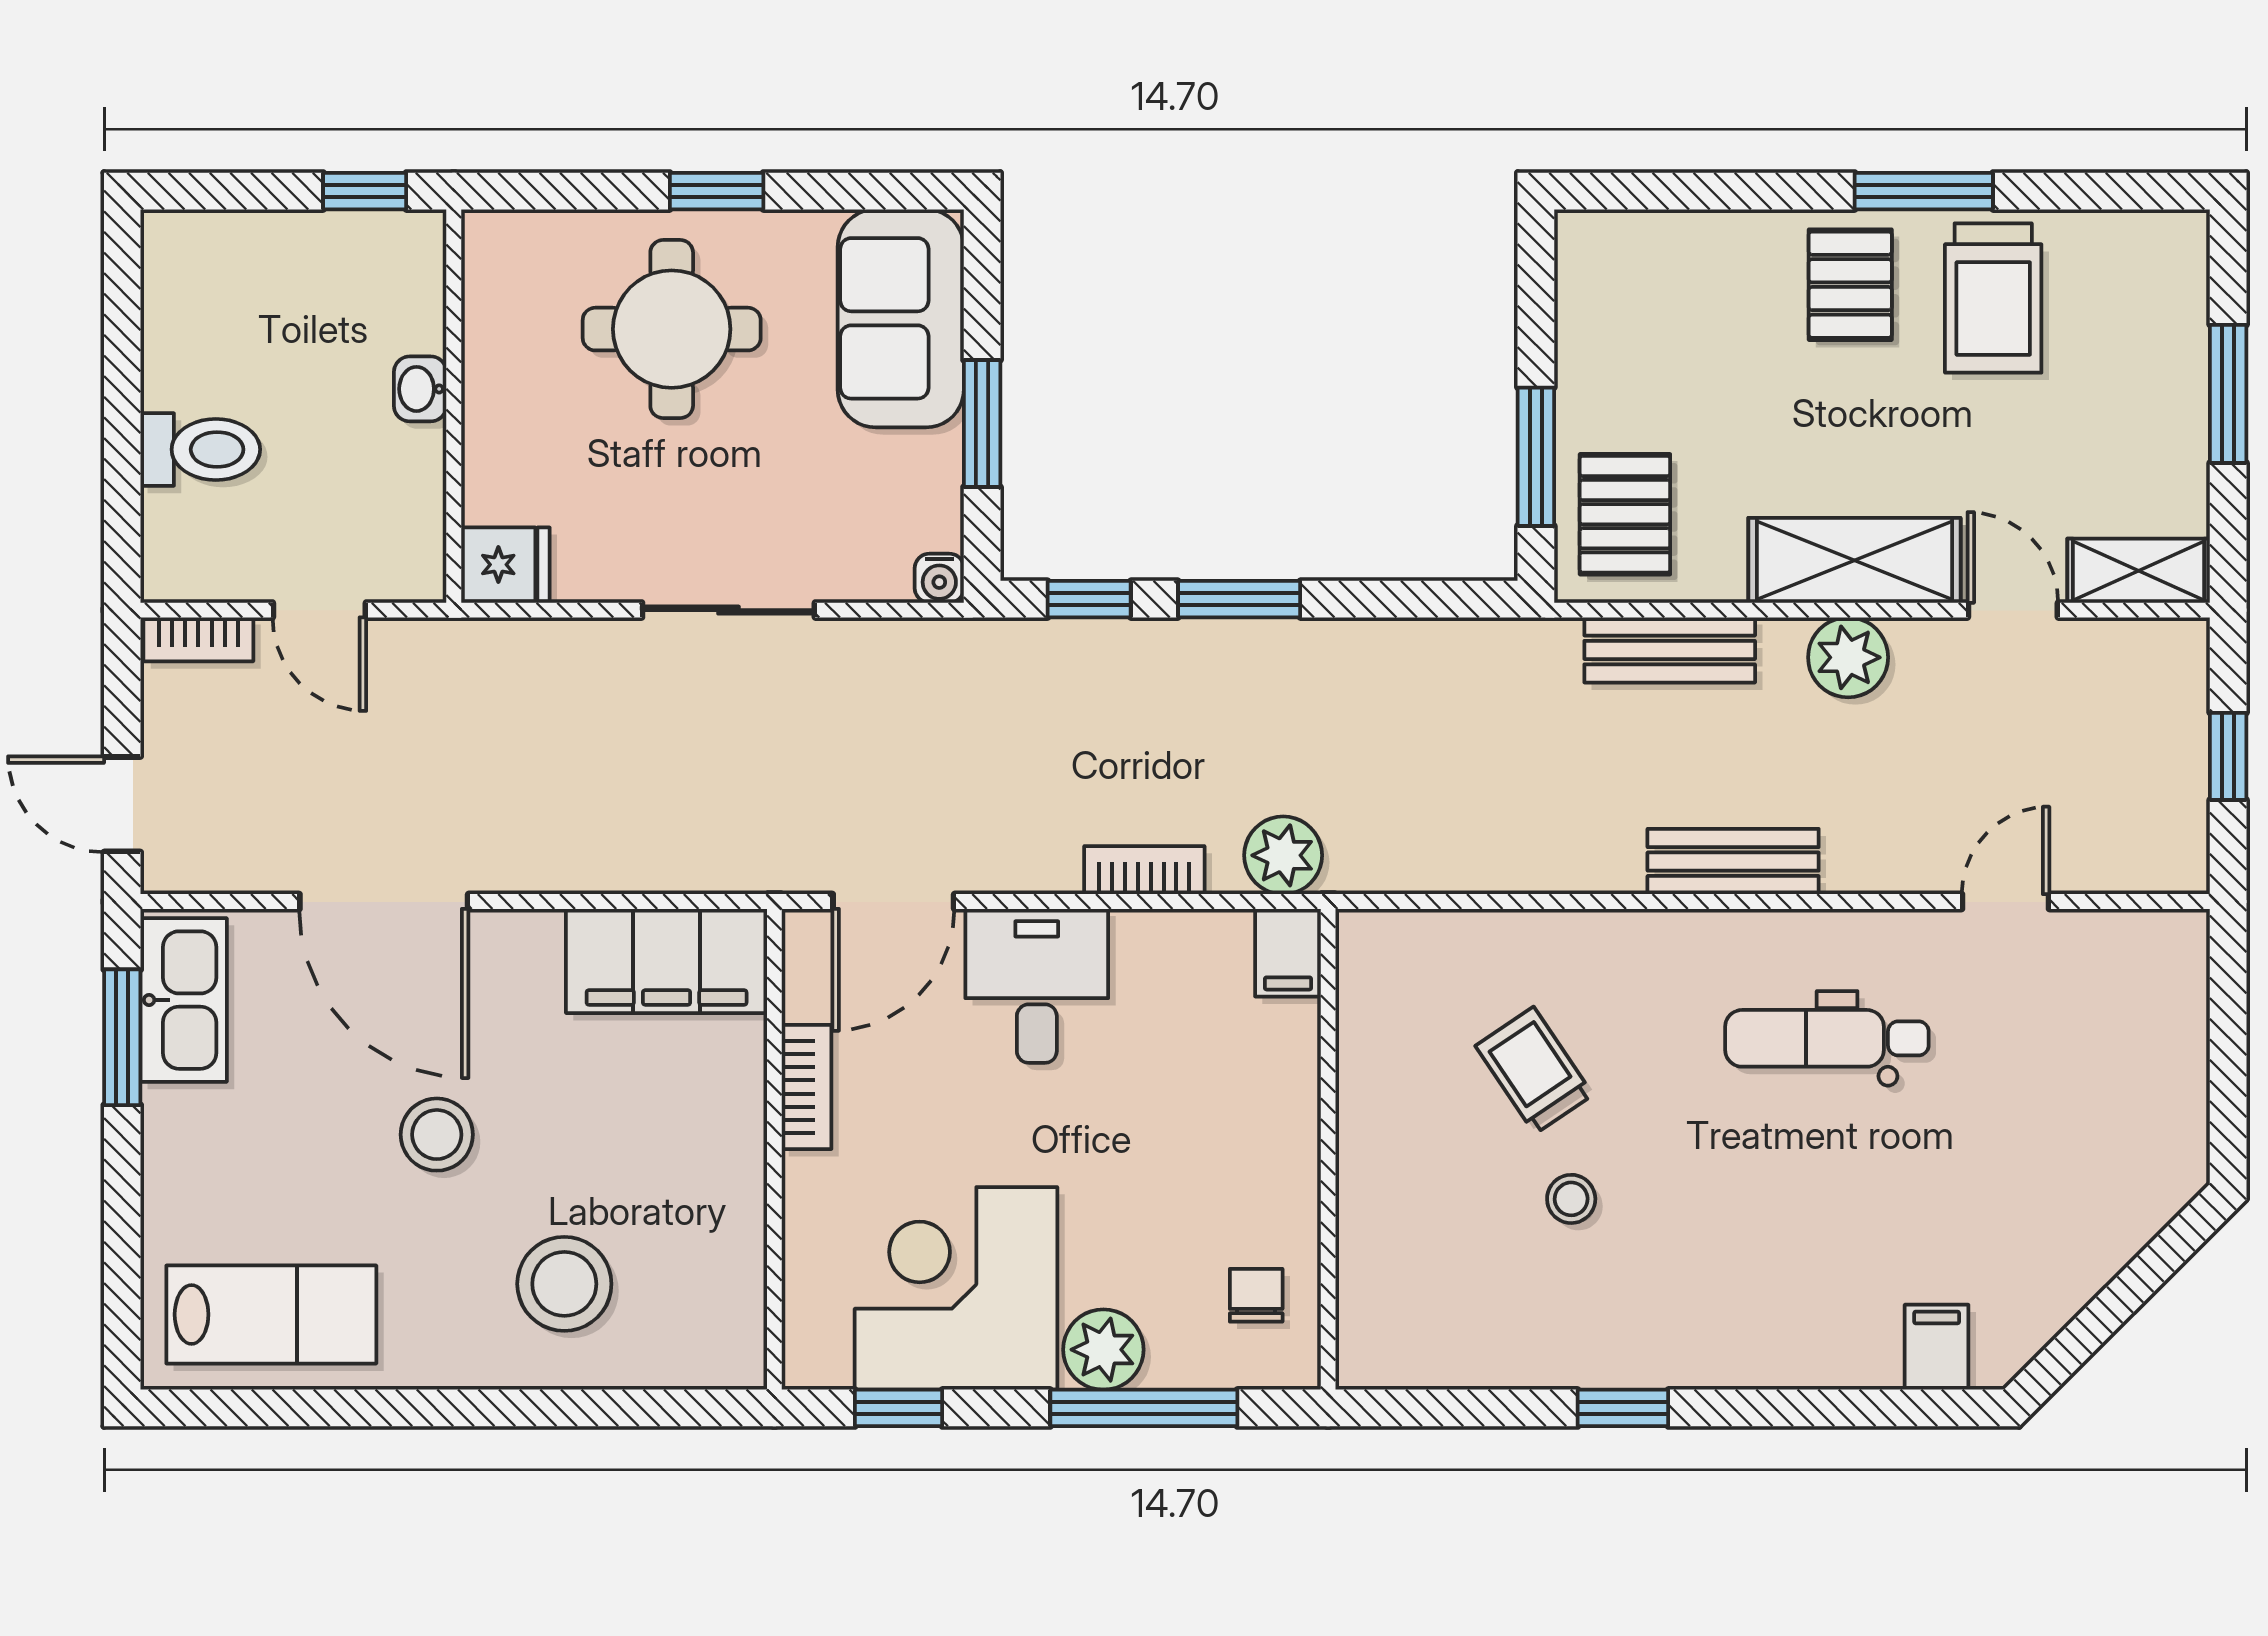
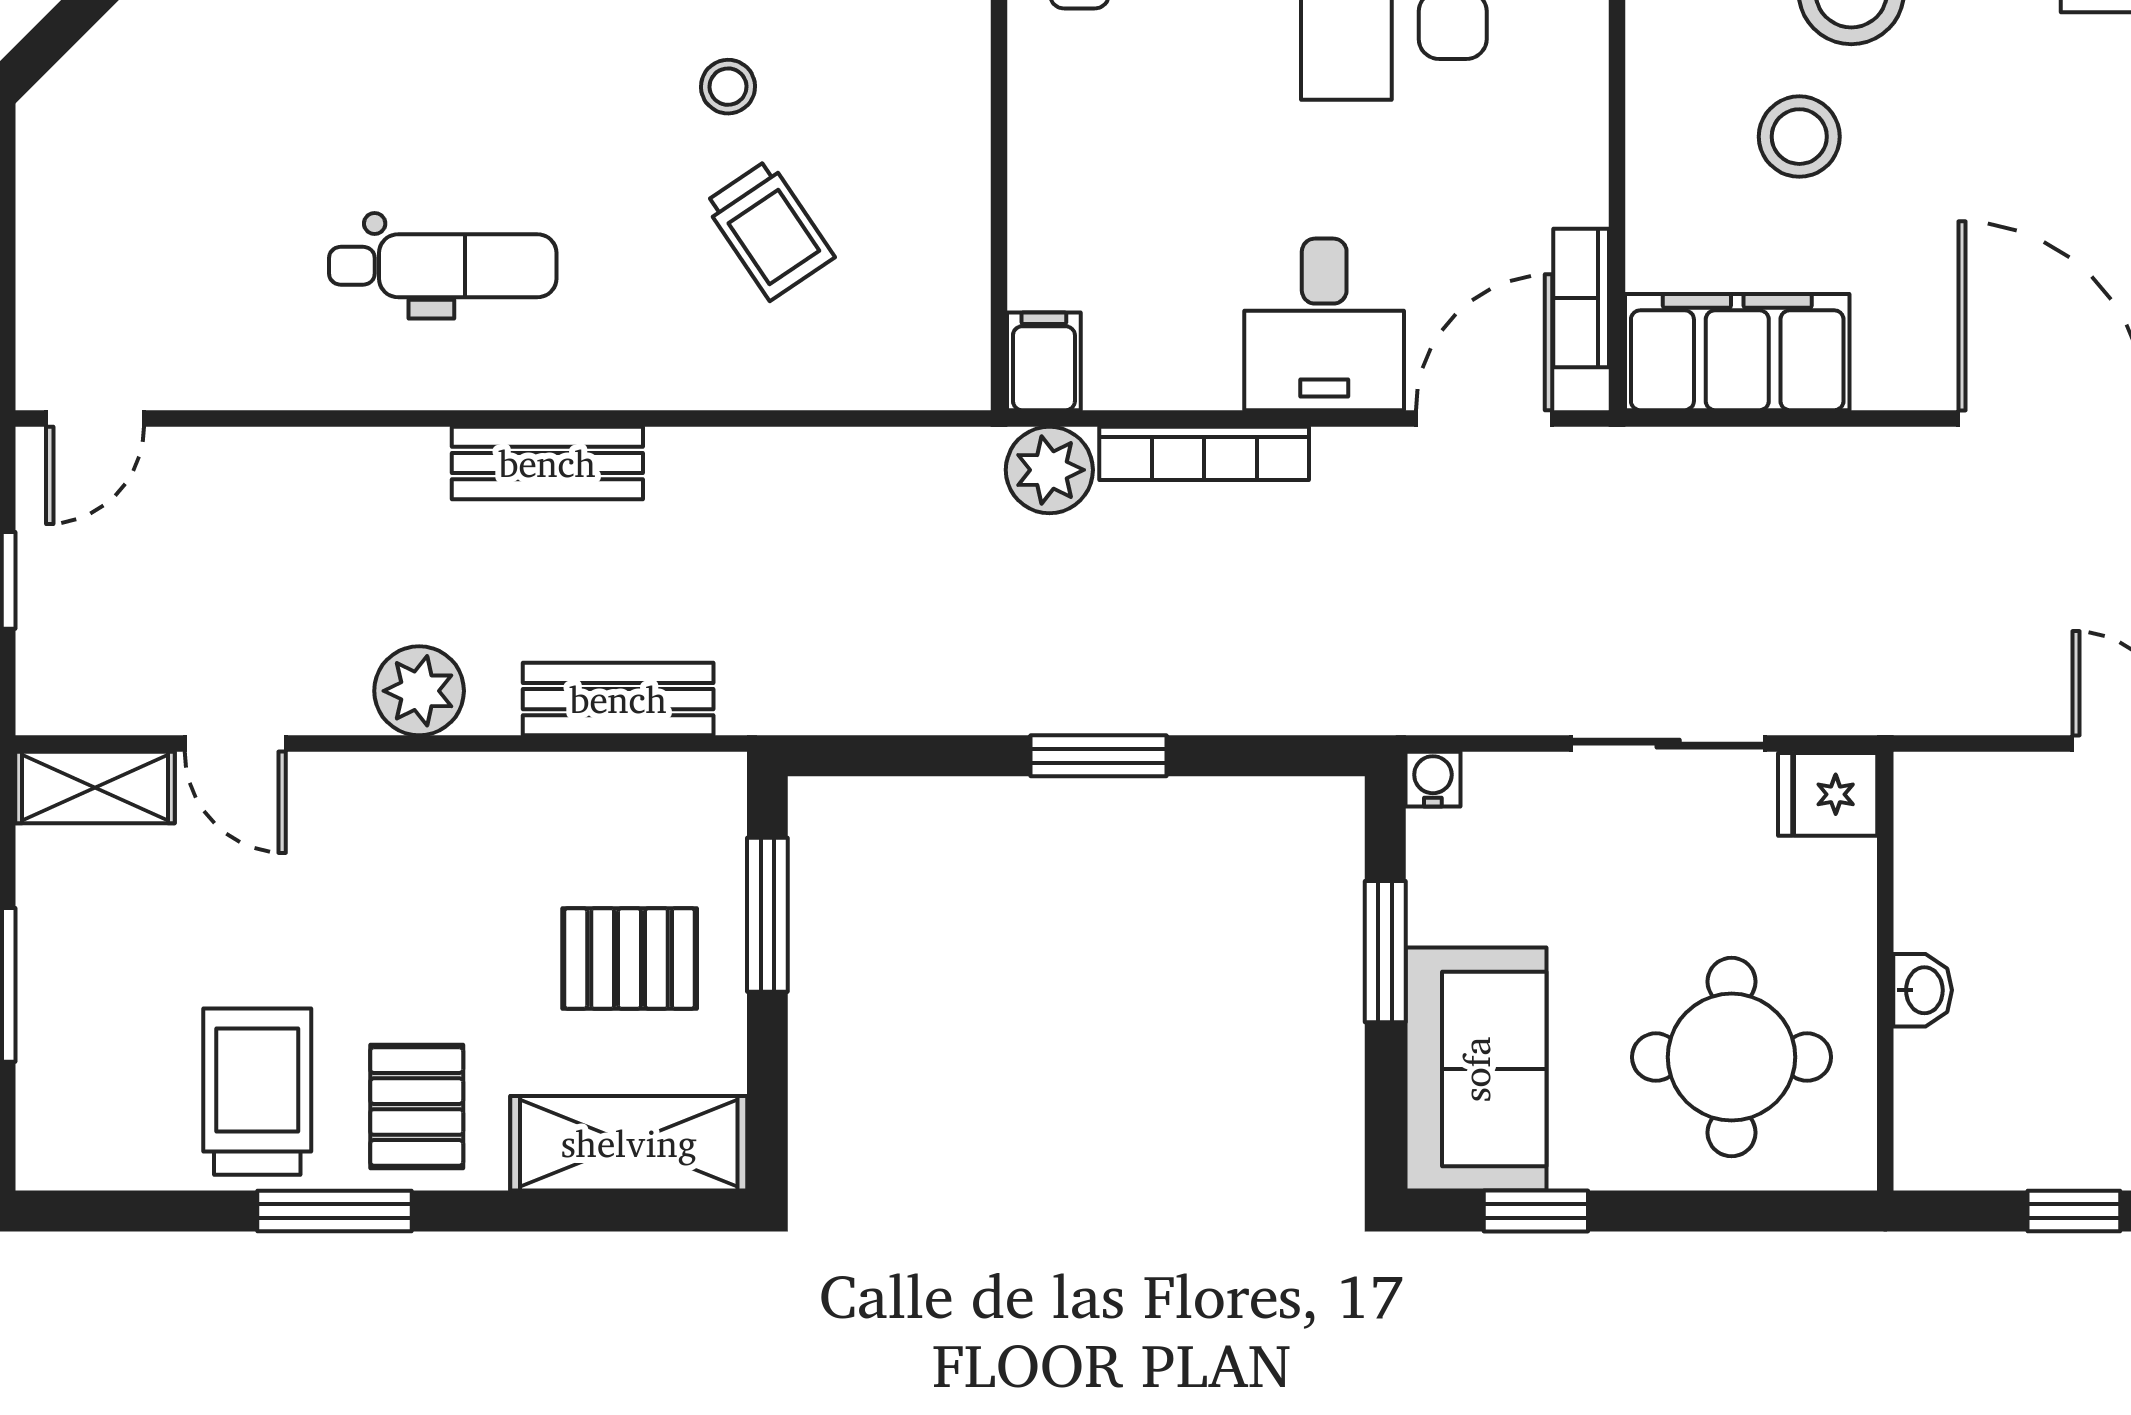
window: (717, 191) -> (1536, 1211), moved
washbasin: (420, 389) -> (1923, 990), moved
wall: (454, 406) -> (1885, 971), moved
pallet: (1625, 514) -> (630, 958), moved, turned 90
shelving: (1854, 560) -> (629, 1143), moved
fridge: (505, 565) -> (1828, 794), moved
window: (1089, 599) -> (1266, 756), removed
bookcase: (1144, 870) -> (1204, 453), width x1.56
door: (2006, 902) -> (95, 418), moved
bookcase: (807, 1087) -> (1581, 298), moved
stool: (437, 1135) -> (1799, 137), moved

